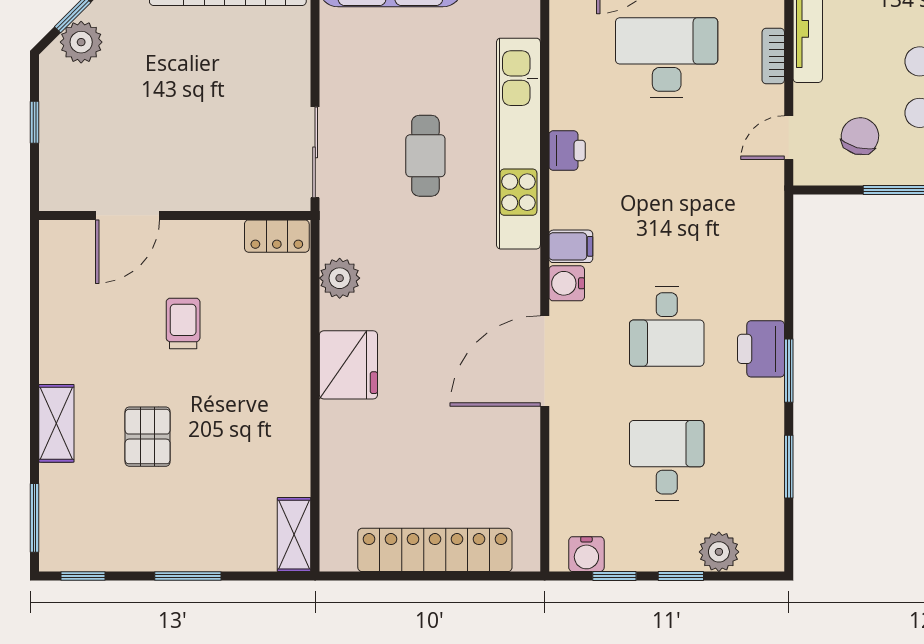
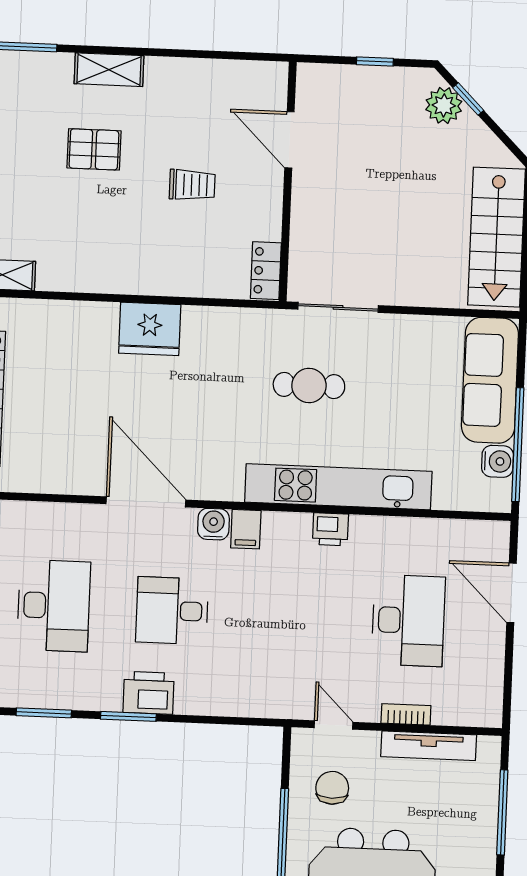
chair: (860, 136) -> (332, 788), turned -105
cafe table: (425, 156) -> (309, 385), moved
plant: (340, 278) -> (226, 324), removed
desk: (667, 460) -> (54, 606), width x1.37

